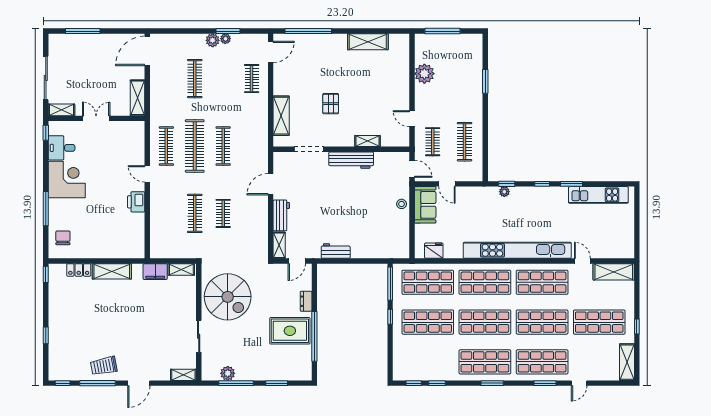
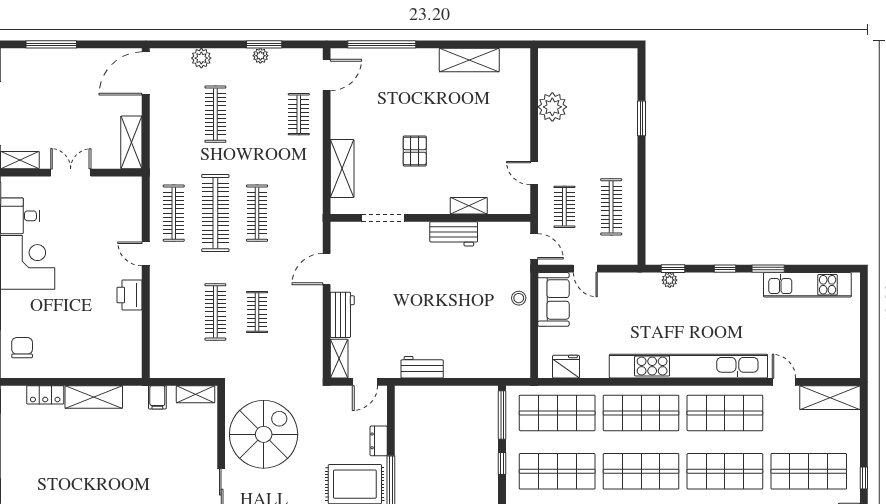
window: (443, 31) -> (579, 44), removed
plant: (213, 40) -> (201, 58), moved
workbench: (351, 160) -> (454, 234), width x0.73
filing cabinet: (155, 272) -> (157, 397), width x0.50
spiral stairs: (228, 297) -> (264, 434), turned -90

